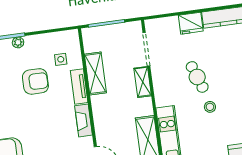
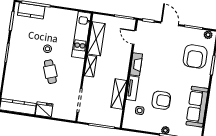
armchair: (35, 81) -> (161, 100), turned 180
shelving: (143, 82) -> (90, 66), moved

